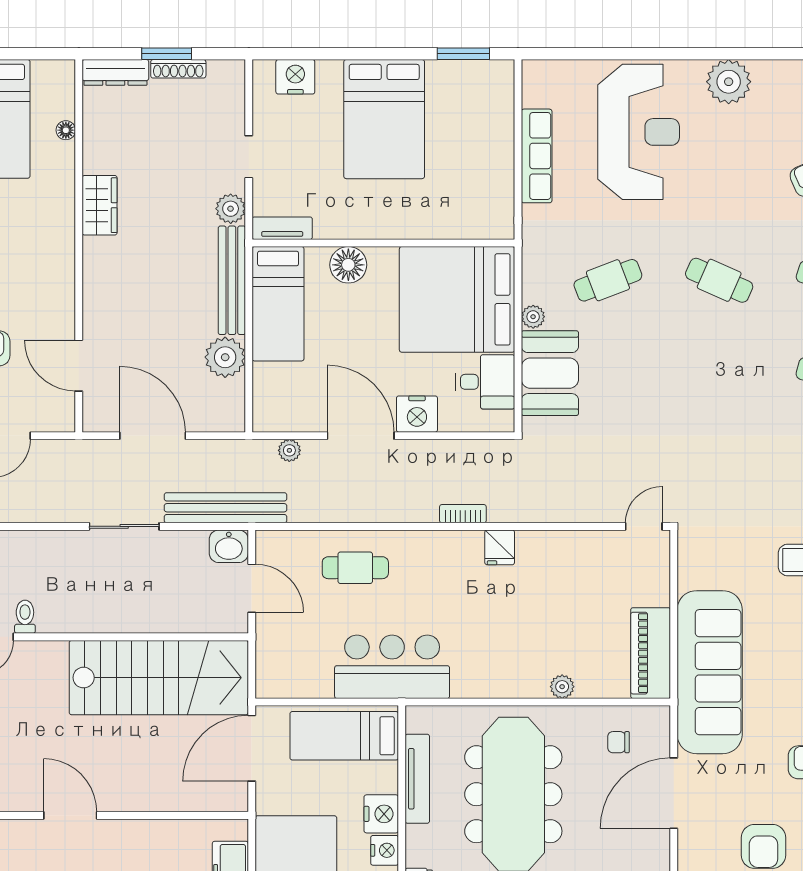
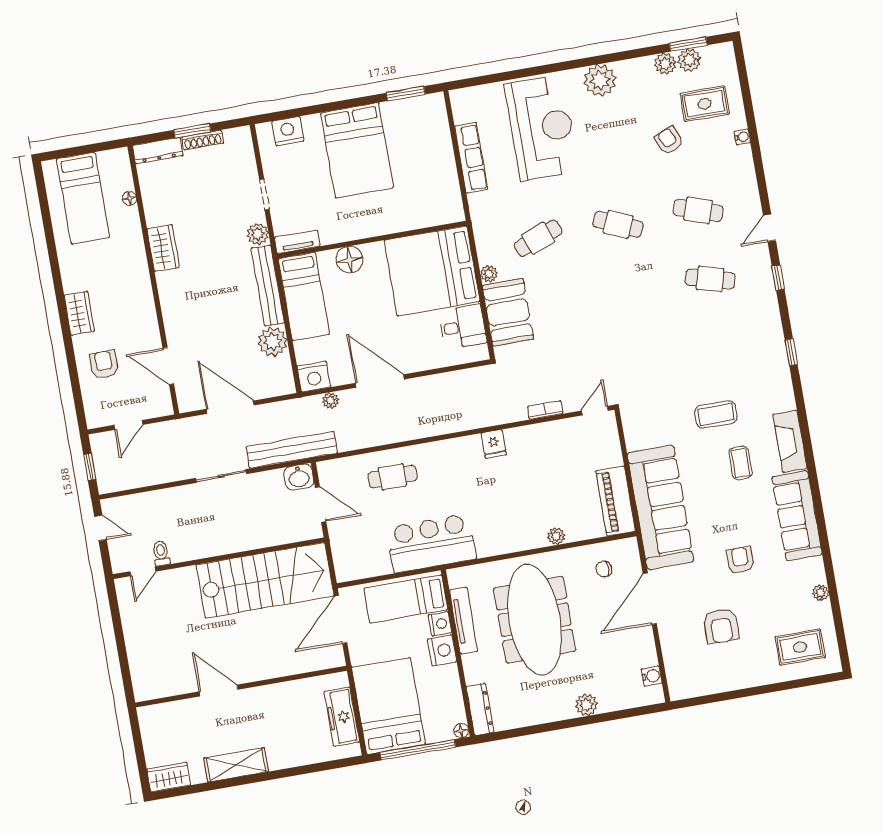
nightstand: (417, 414) -> (314, 377), moved
bookcase: (463, 514) -> (545, 410), moved
nightstand: (385, 850) -> (440, 624), moved

